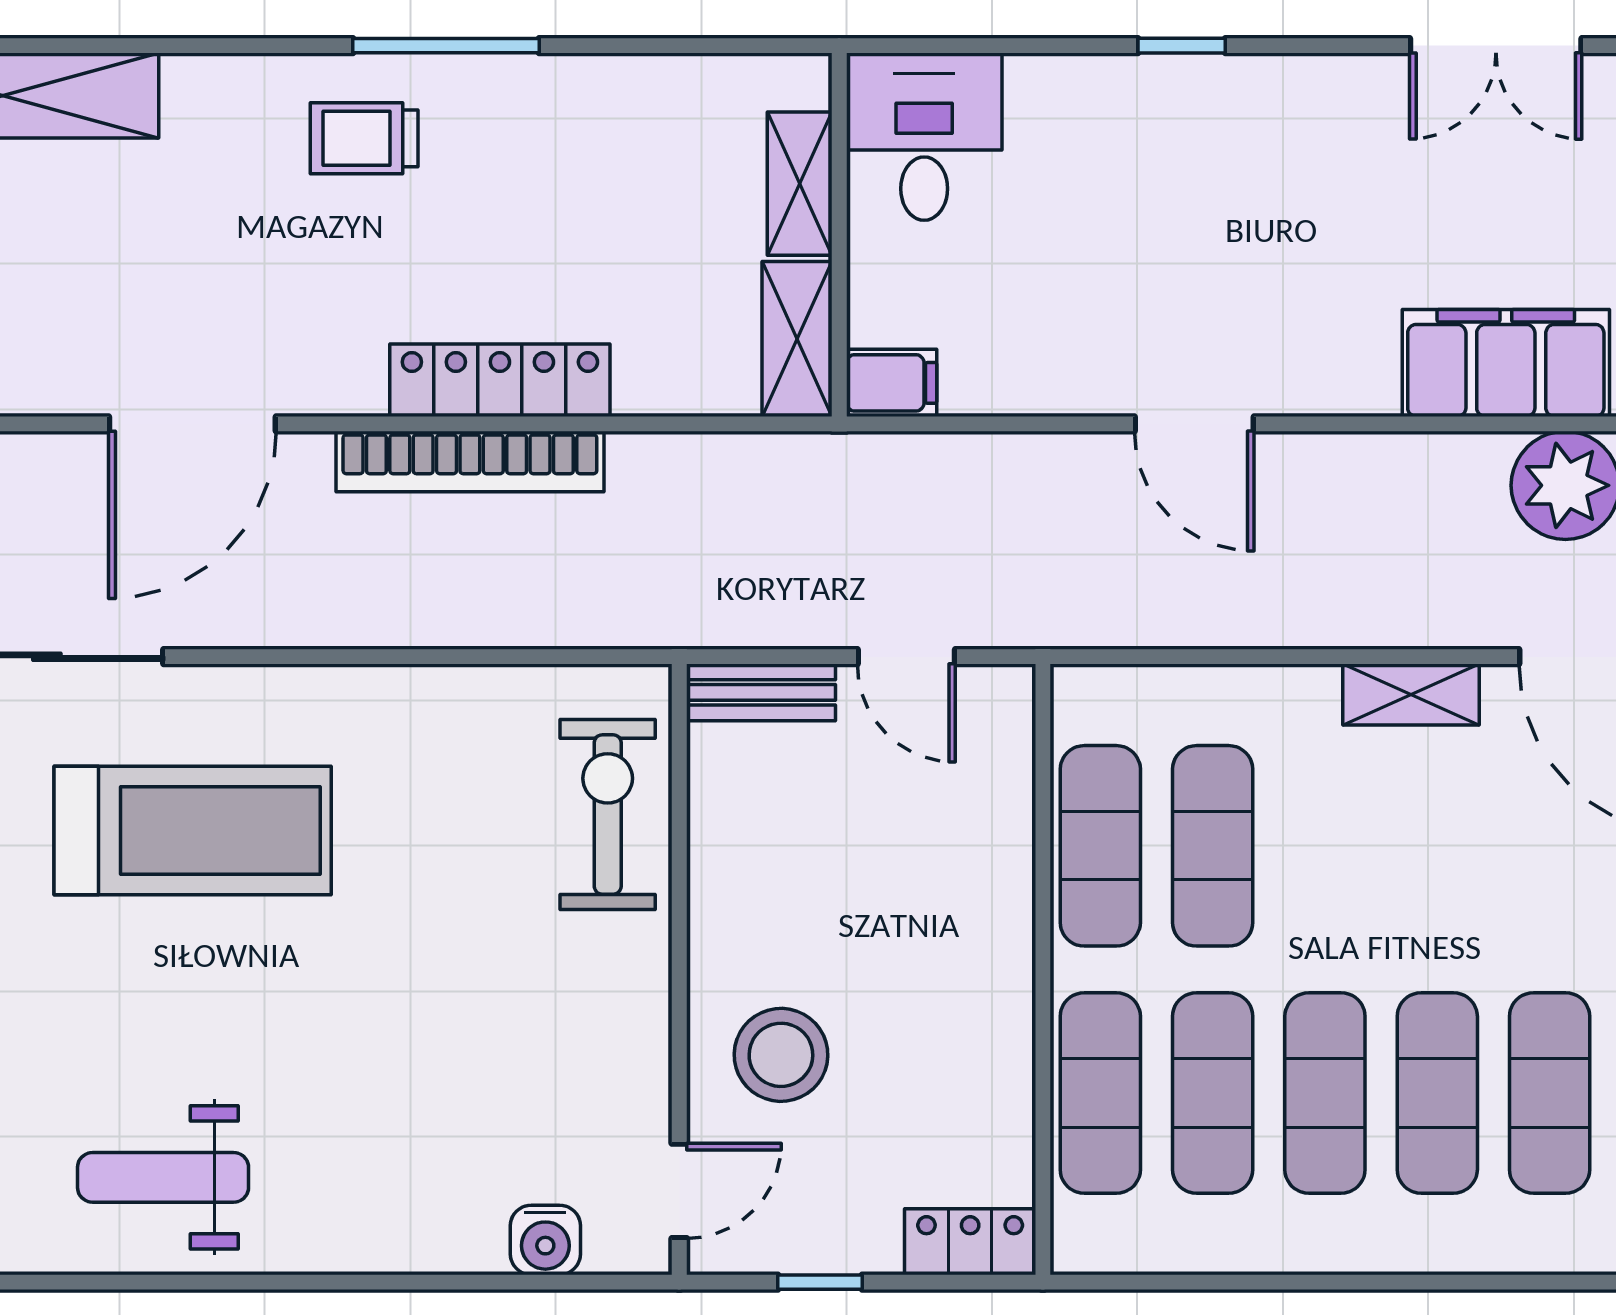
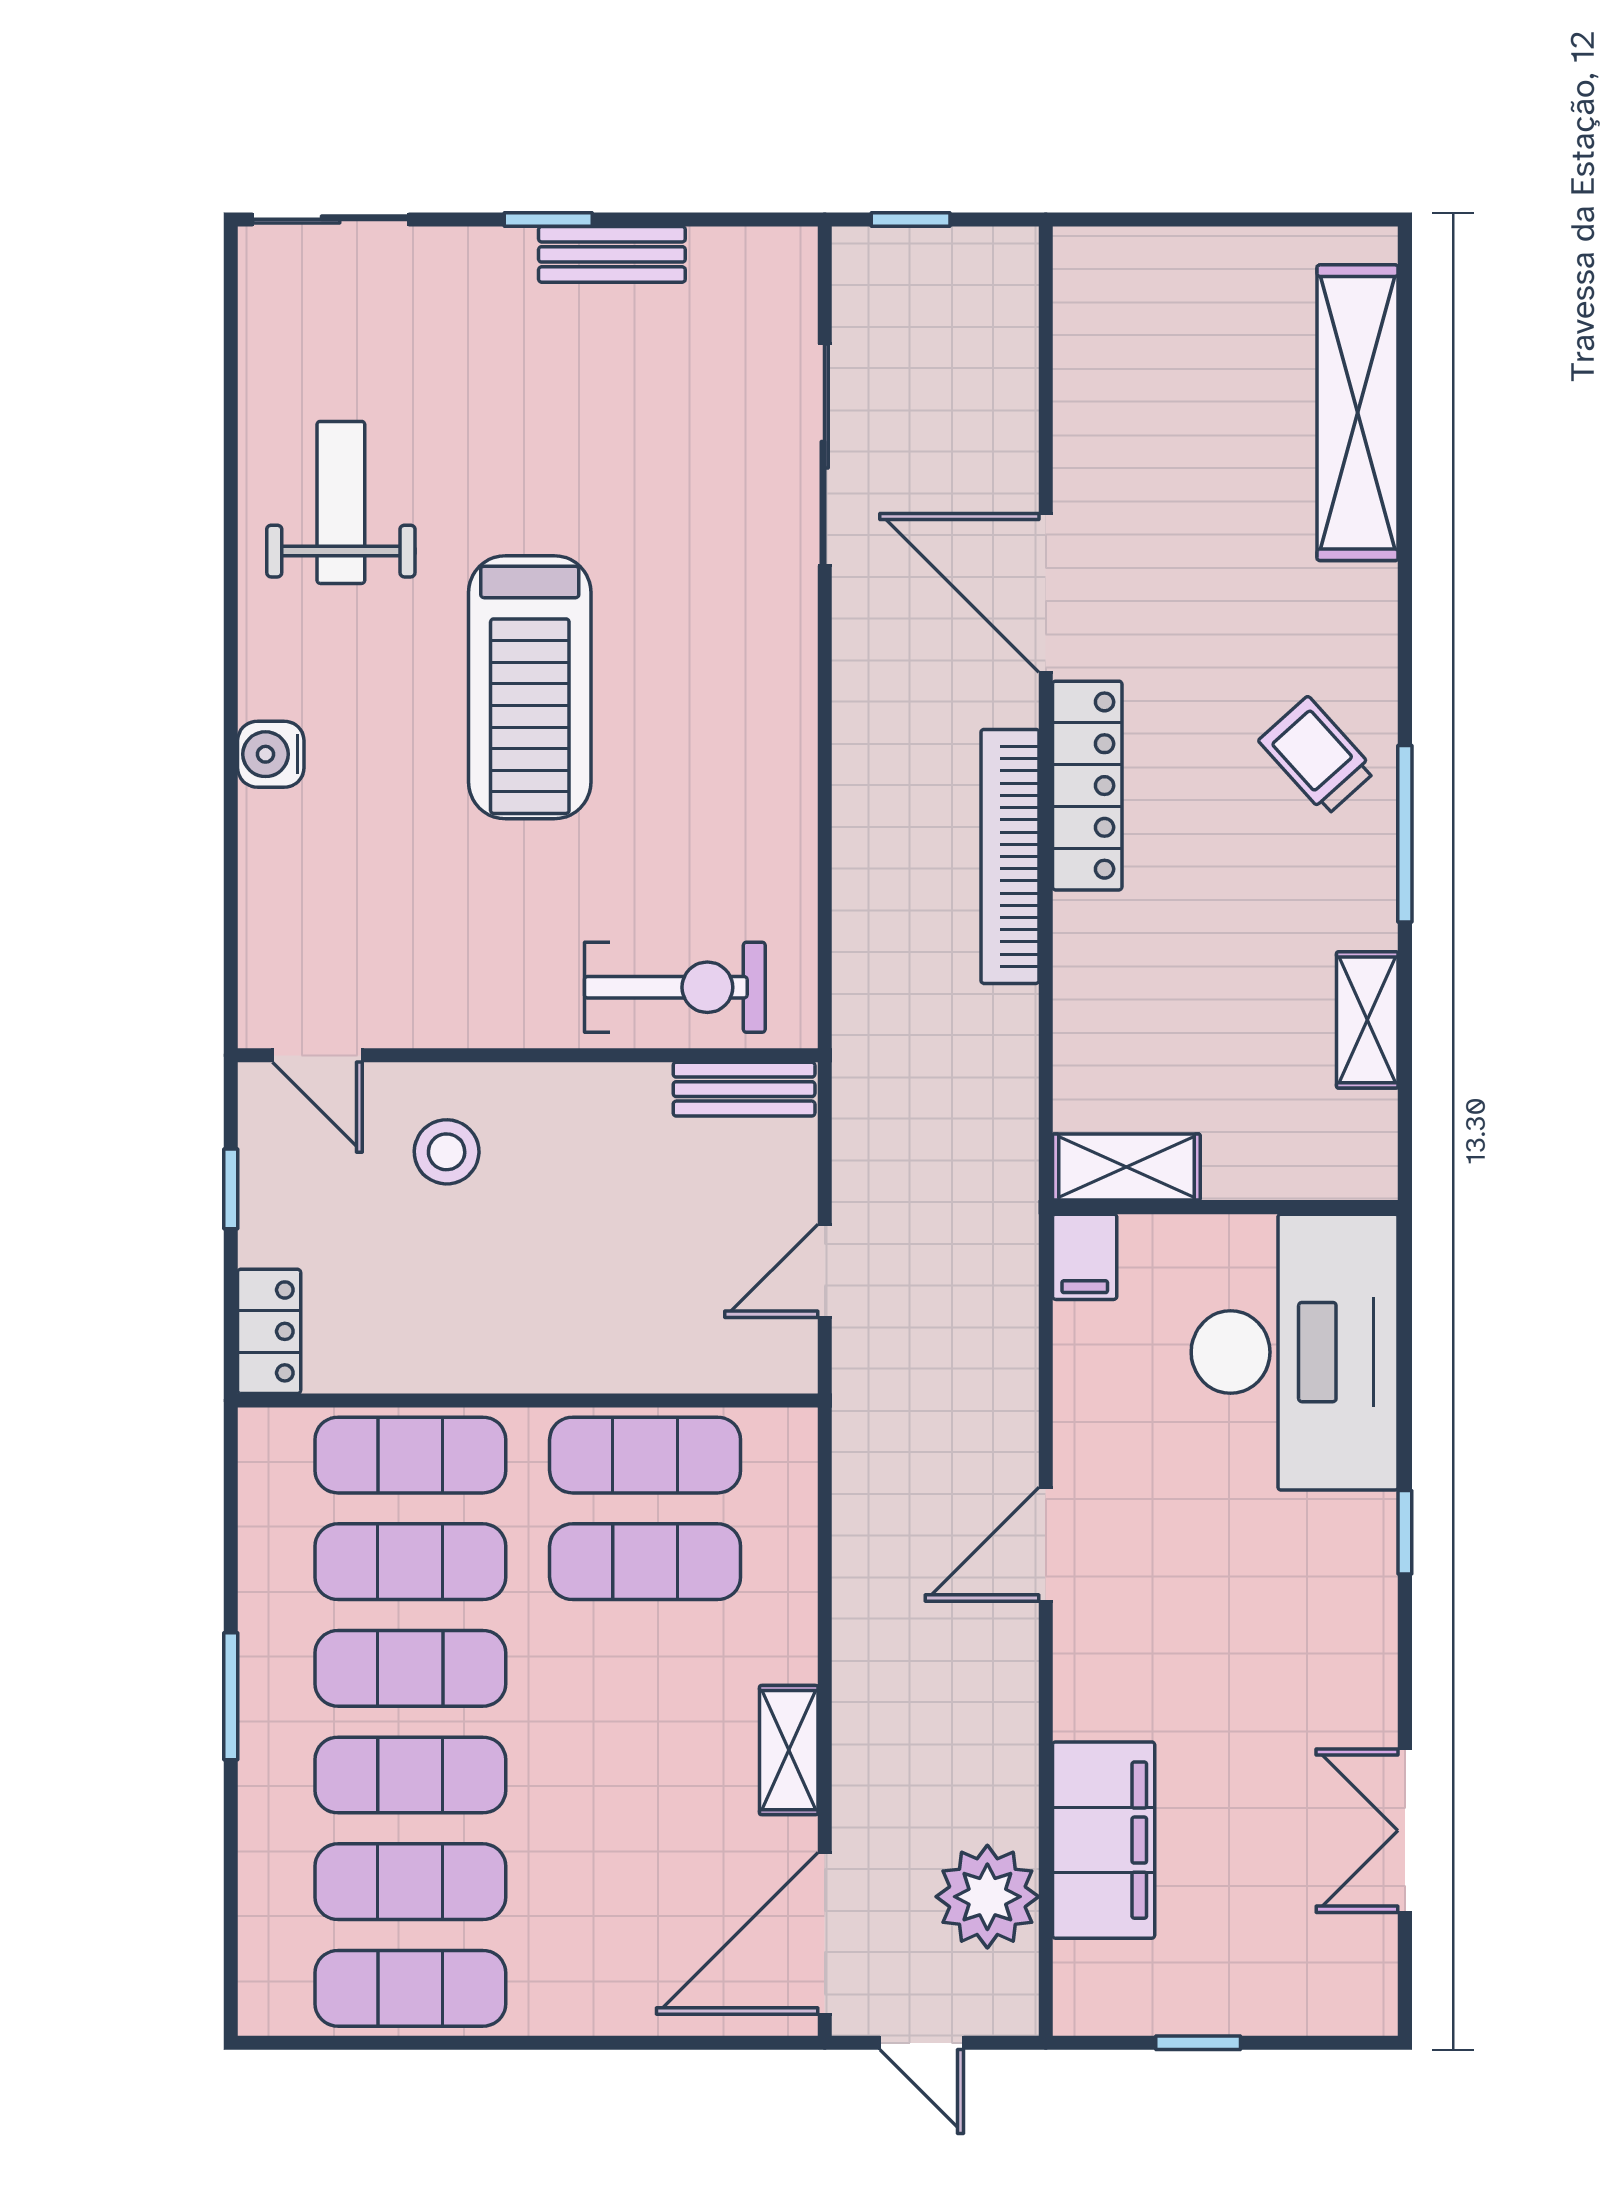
desk: (924, 137) -> (1295, 1352), width x1.87, depth x1.30
trolley: (364, 138) -> (1317, 756), turned -42
shelving: (800, 184) -> (1367, 1020), moved, turned 90
locker: (500, 380) -> (1087, 786), moved
bench: (761, 692) -> (744, 1089), moved, turned 90
treadmill: (193, 831) -> (530, 687), moved
stool: (781, 1055) -> (447, 1152), width x0.73, depth x0.73
weight bench: (163, 1177) -> (341, 502), moved
water cooler: (545, 1240) -> (271, 754), moved
window: (1354, 1282) -> (231, 1696), added

